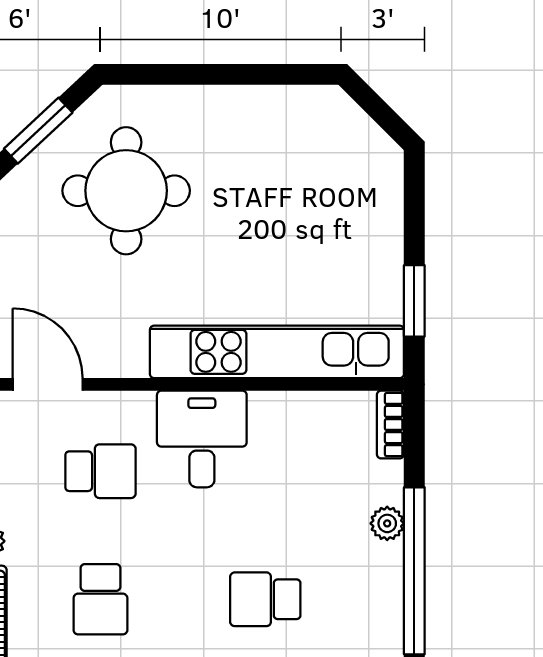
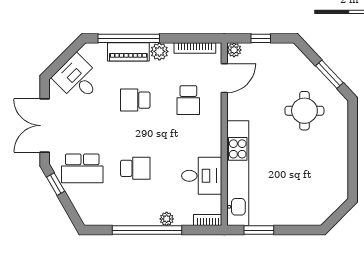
round table: (126, 191) -> (304, 111), width x0.73, depth x0.73
desk: (202, 439) -> (202, 176), moved
school desk: (265, 599) -> (135, 168), turned 90

